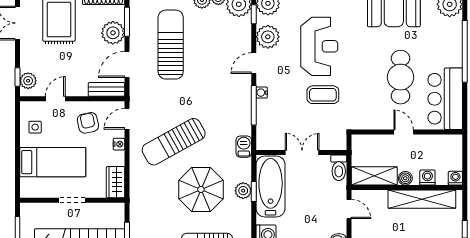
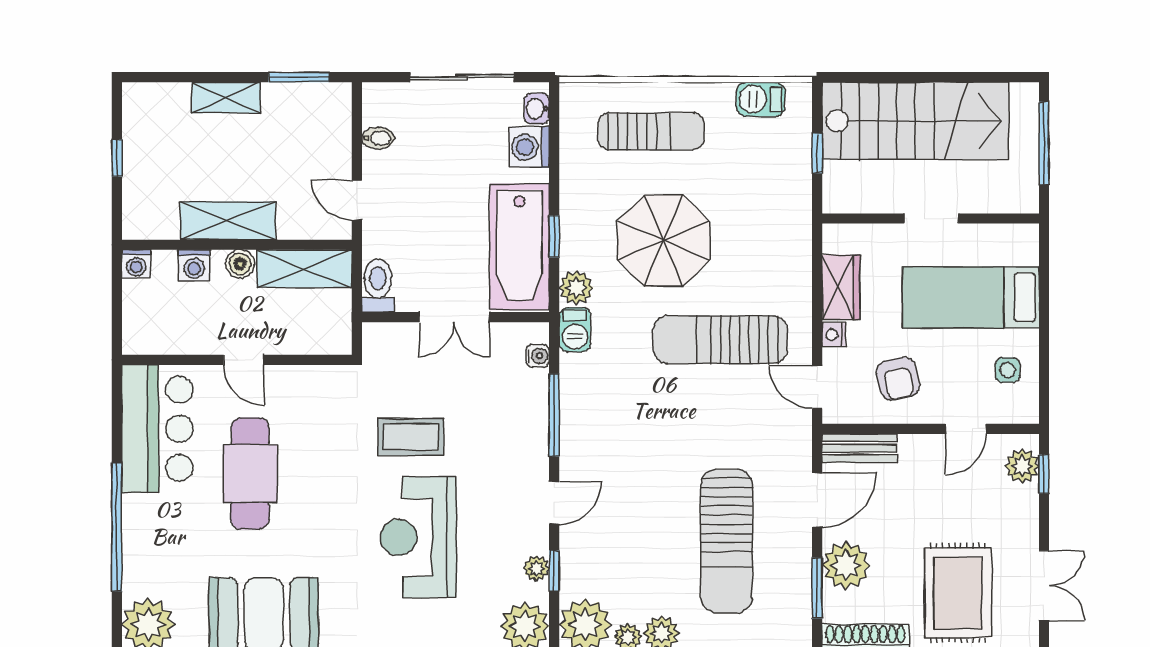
window: (254, 14) -> (554, 571), moved
plant: (268, 37) -> (536, 568), width x0.53, depth x0.53
water cooler: (262, 93) -> (538, 356), moved
door: (127, 119) -> (817, 387), swing flipped
sun lounger: (174, 142) -> (720, 340), turned -151
wardrobe: (115, 182) -> (841, 287), moved
plant: (243, 191) -> (576, 288), moved
shelving: (422, 199) -> (228, 221), width x0.68

